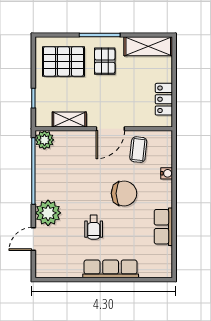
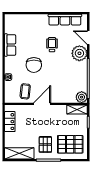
shelving: (69, 119) -> (77, 109), moved
chair: (124, 193) -> (34, 65), turned -90
door: (33, 239) -> (88, 38), swing flipped
row of seats: (111, 269) -> (65, 20), moved

